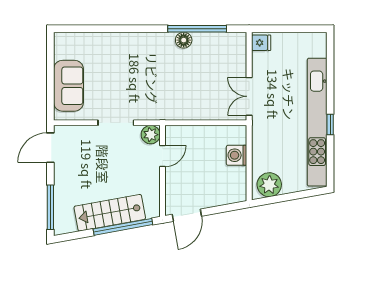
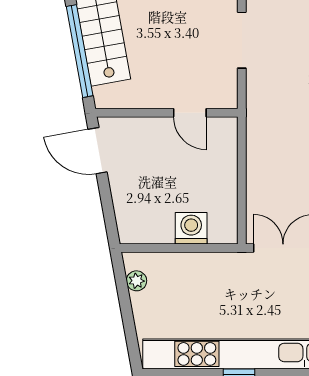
plant: (151, 135) -> (223, 94), removed
plant: (269, 185) -> (136, 281), width x0.53, depth x0.53

